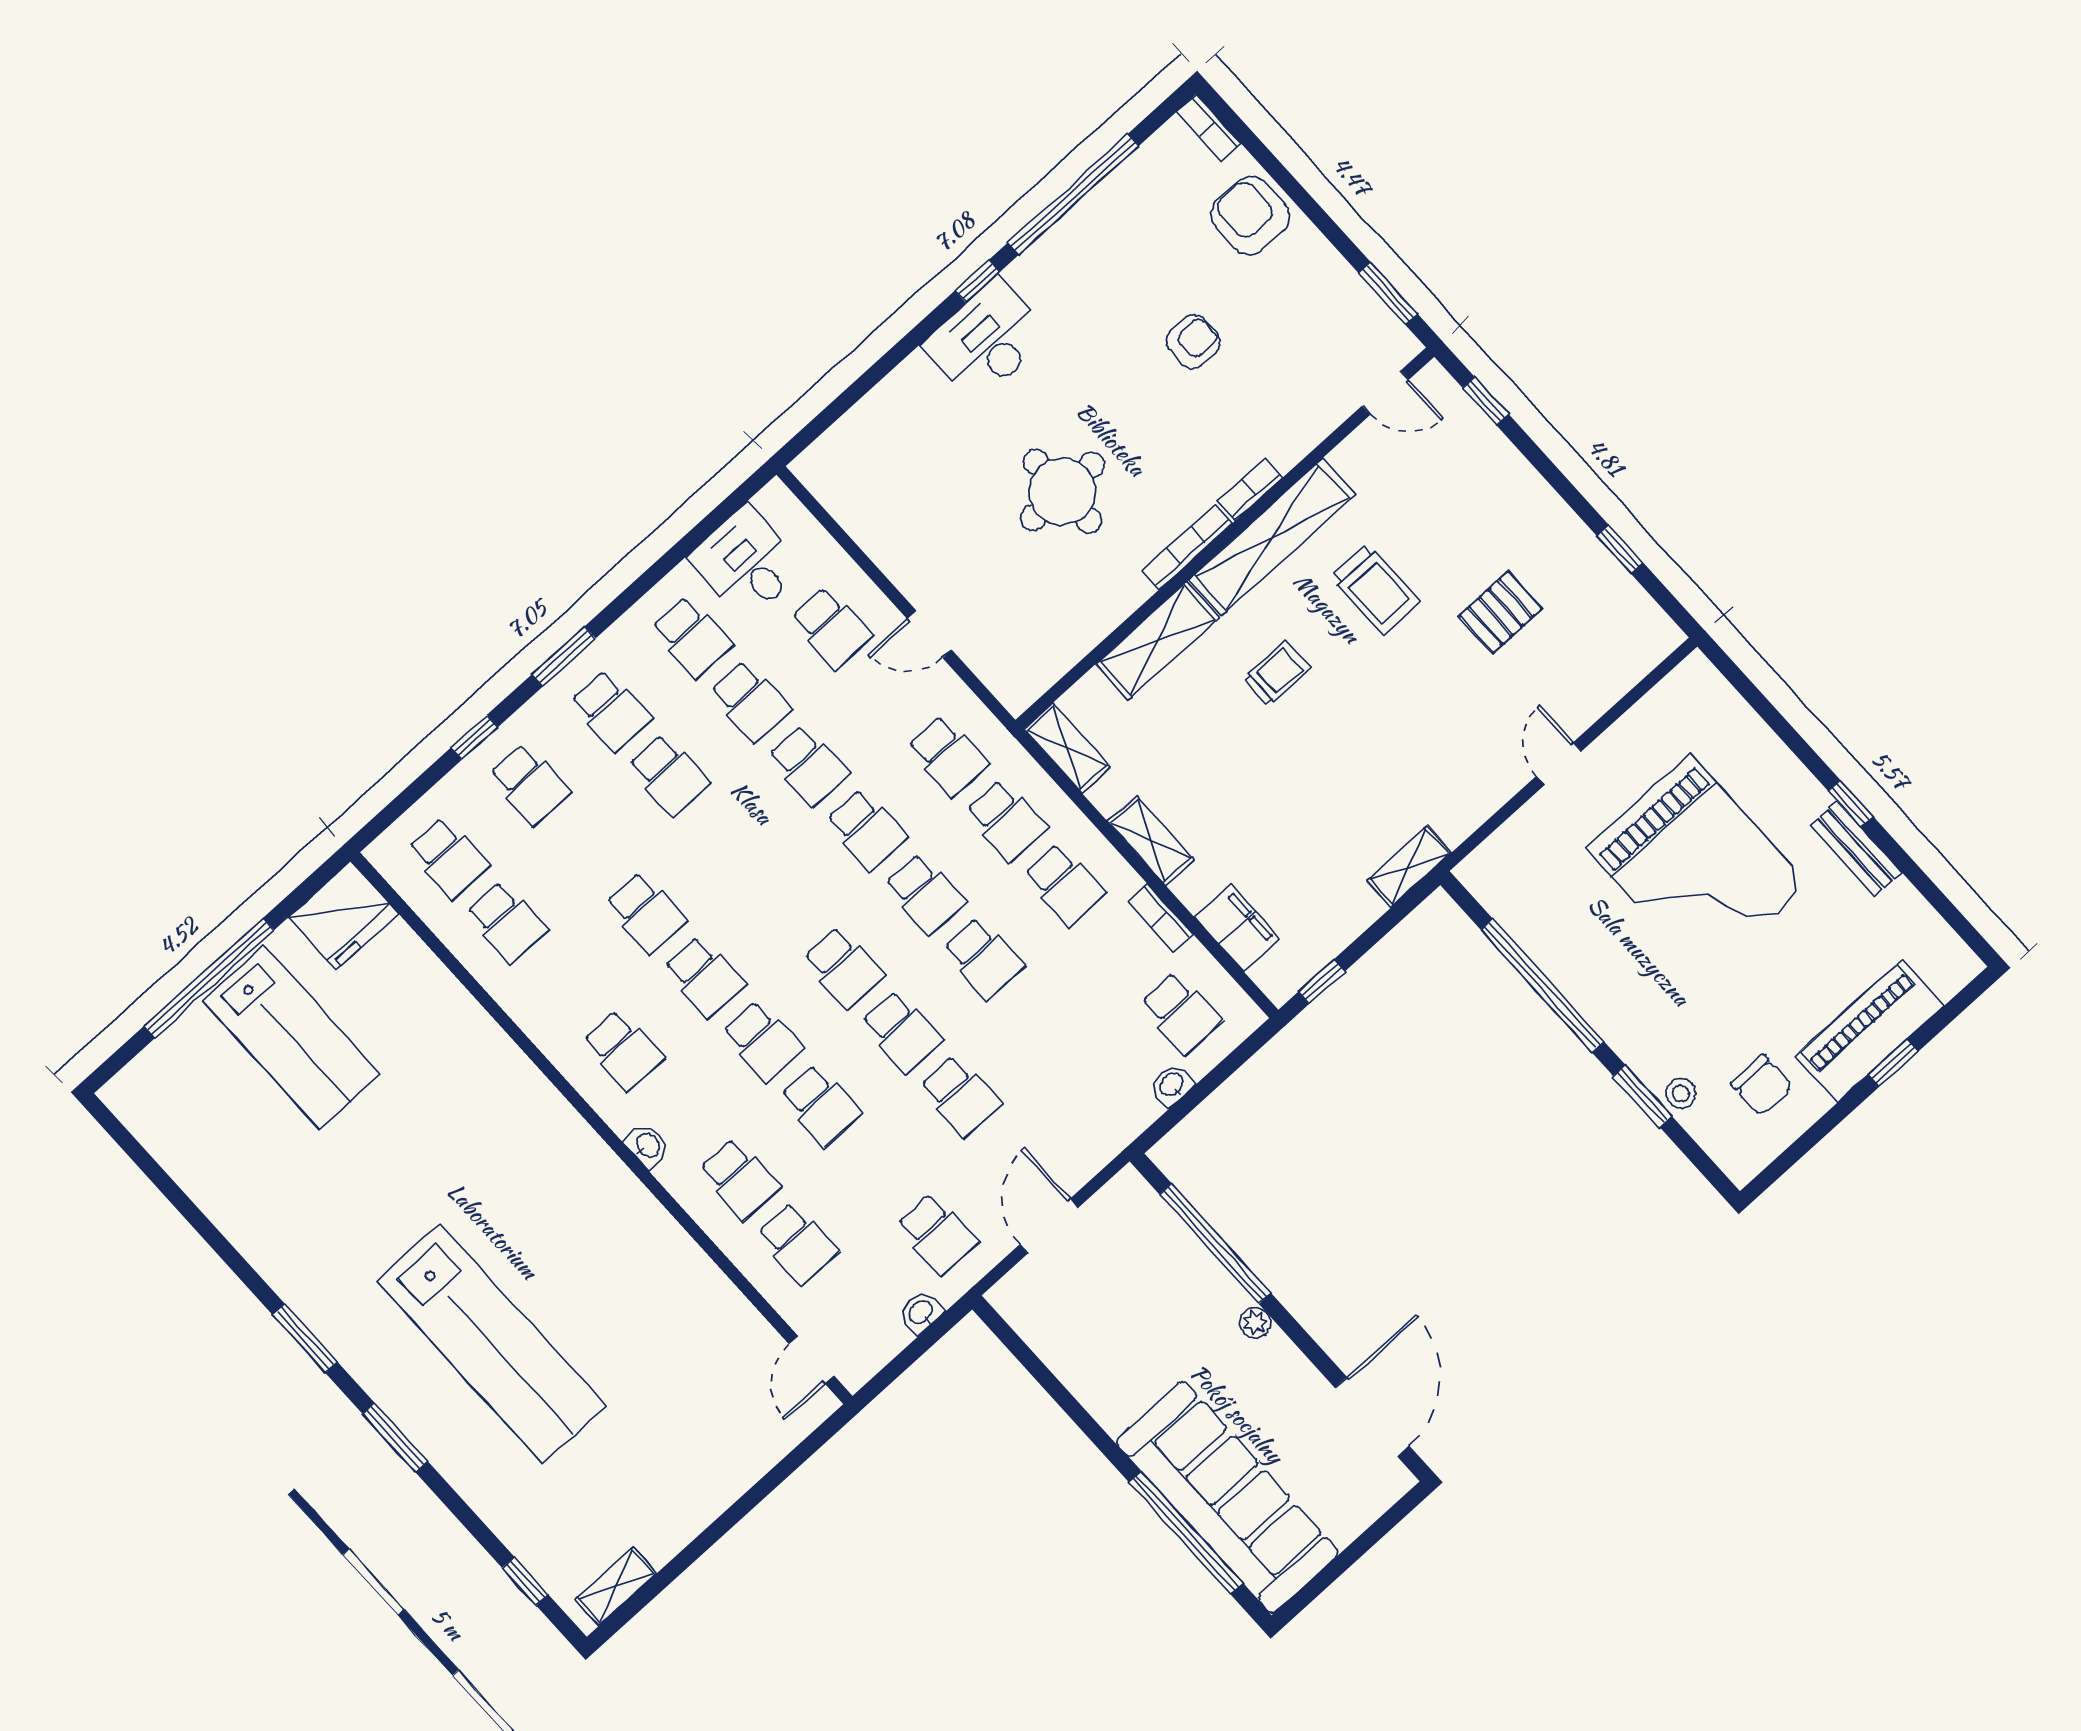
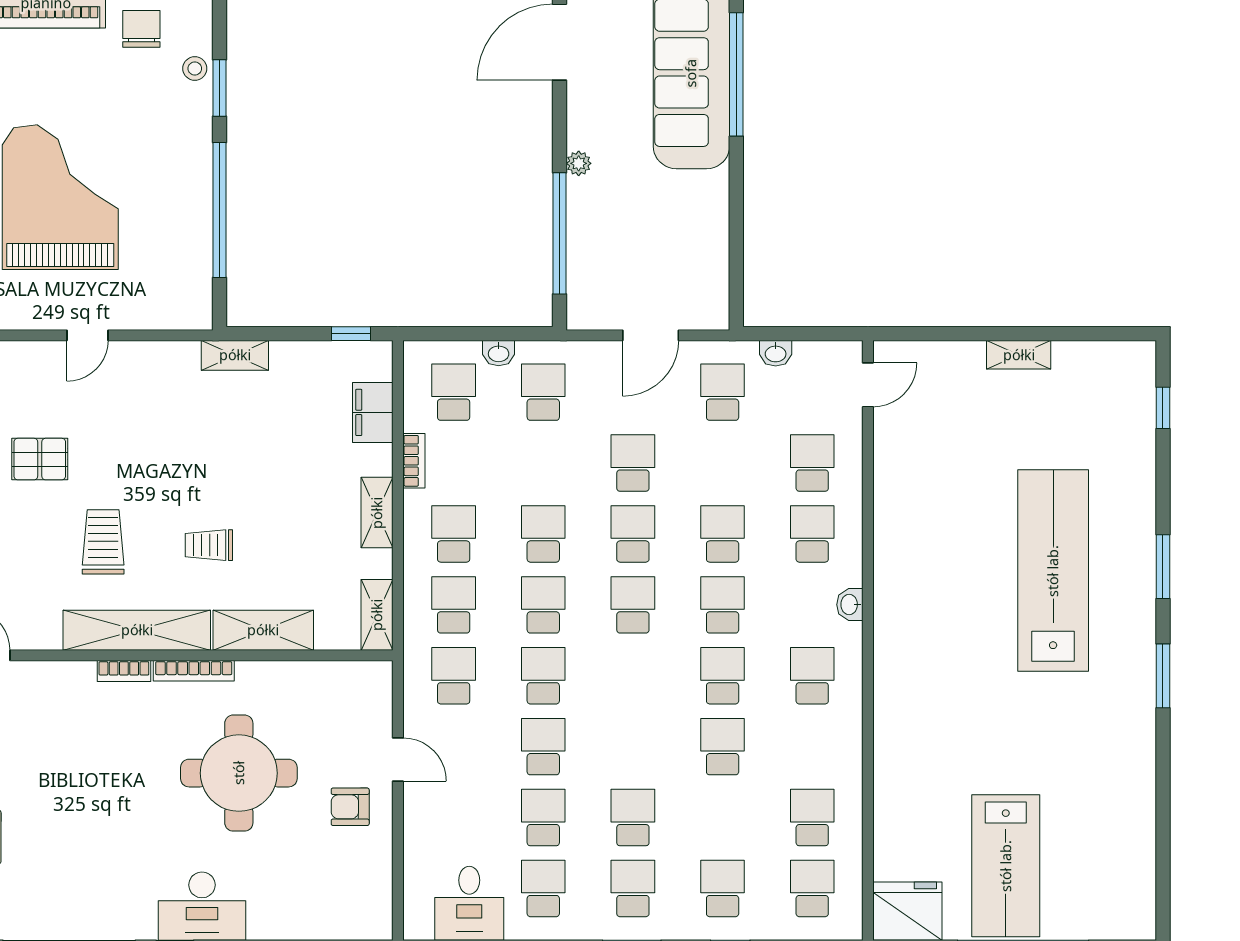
armchair: (1193, 342) -> (350, 807), moved
round table: (1062, 491) -> (239, 773), width x1.36, depth x1.36
school desk: (831, 627) -> (543, 392), moved
lab bench: (292, 1037) -> (1006, 866), turned 180
shelving: (616, 1586) -> (1019, 355), moved

